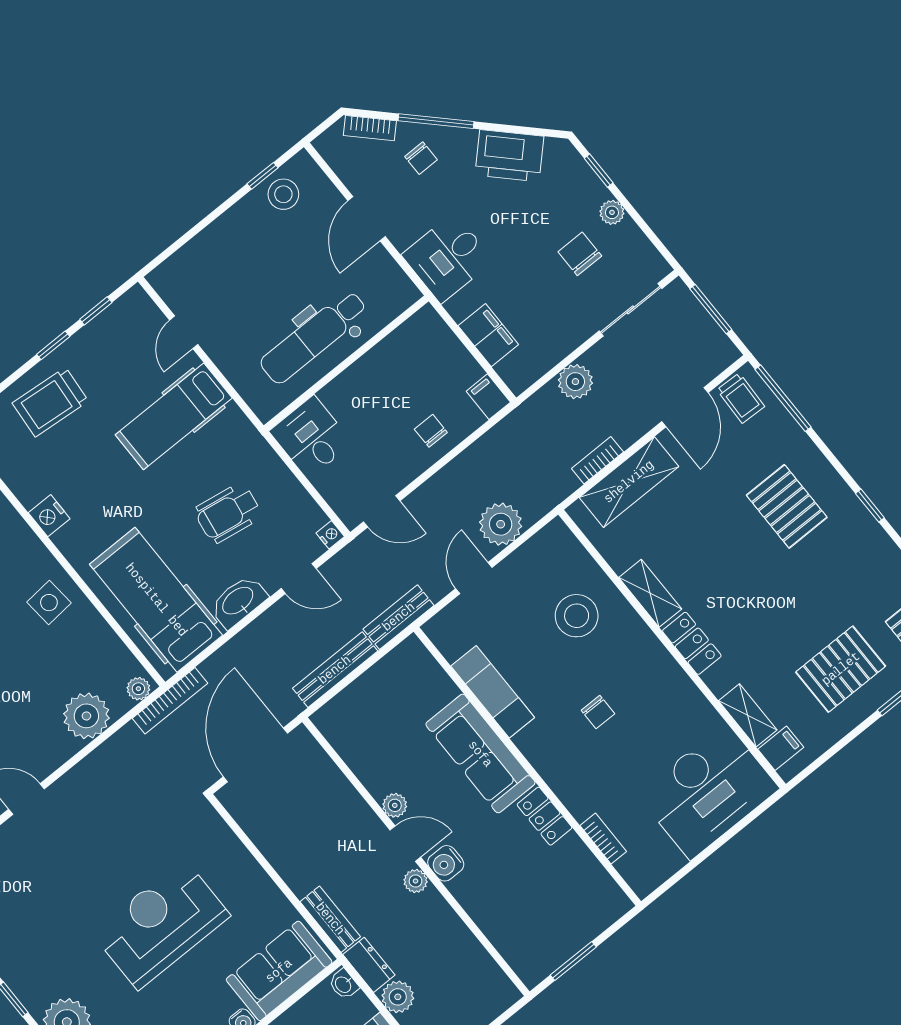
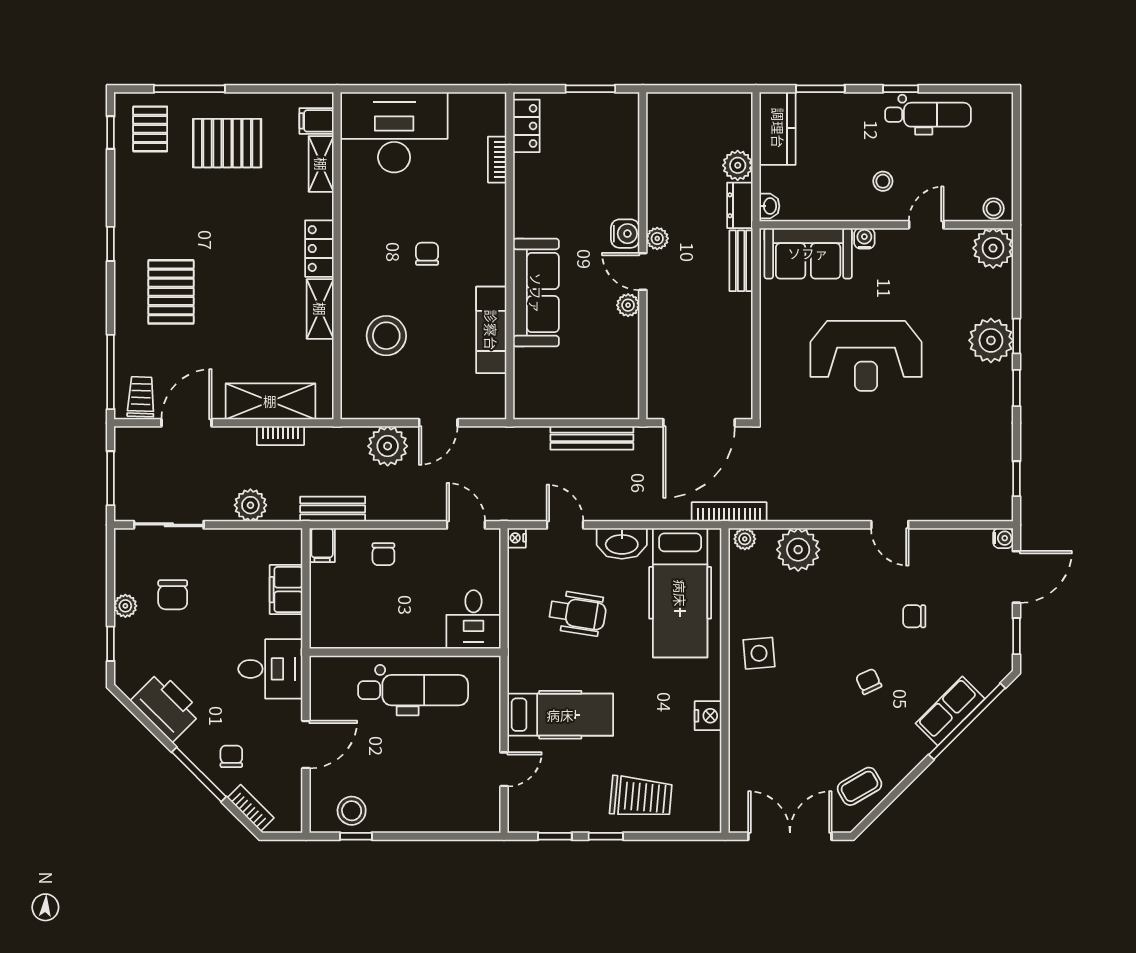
bench: (399, 617) -> (333, 509), moved
locker: (544, 816) -> (526, 126), moved

